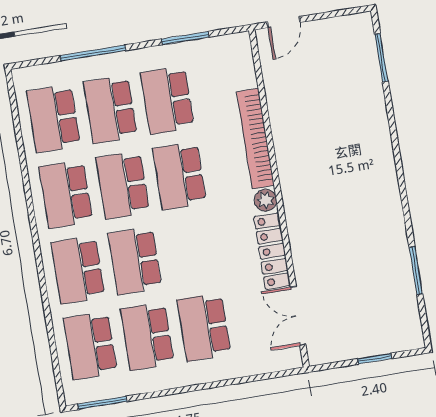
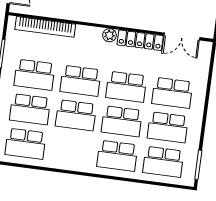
bookcase: (255, 139) -> (45, 27), moved
school desk: (66, 194) -> (126, 87), moved

